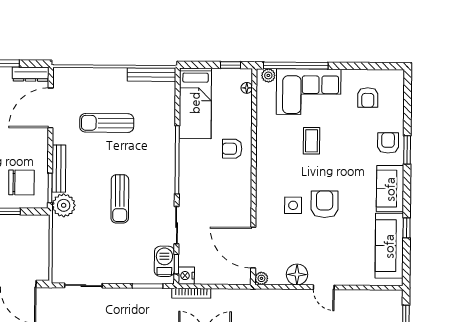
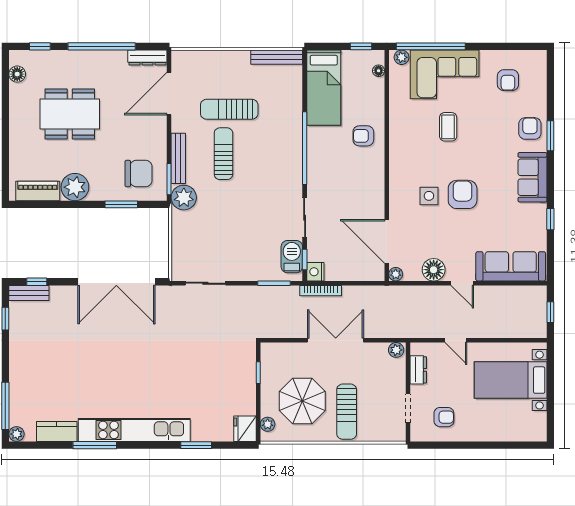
sun lounger: (120, 199) -> (223, 154), moved, turned 180
sofa: (389, 246) -> (511, 266), moved, turned 90

